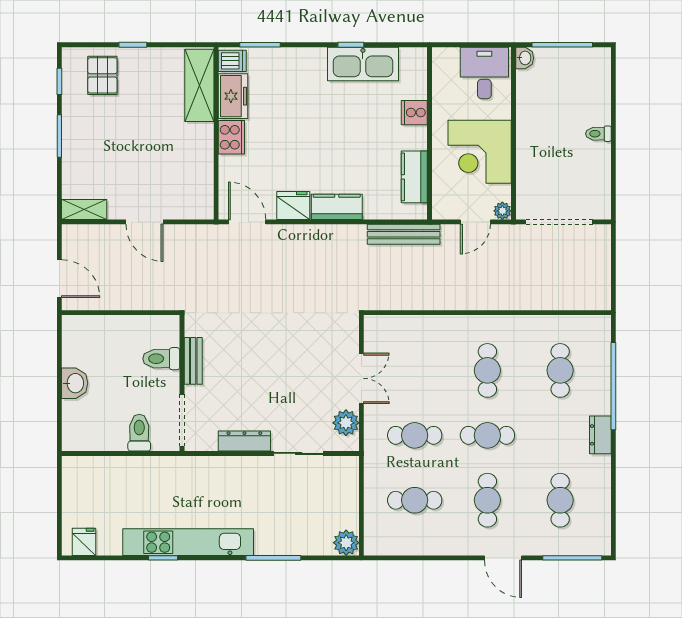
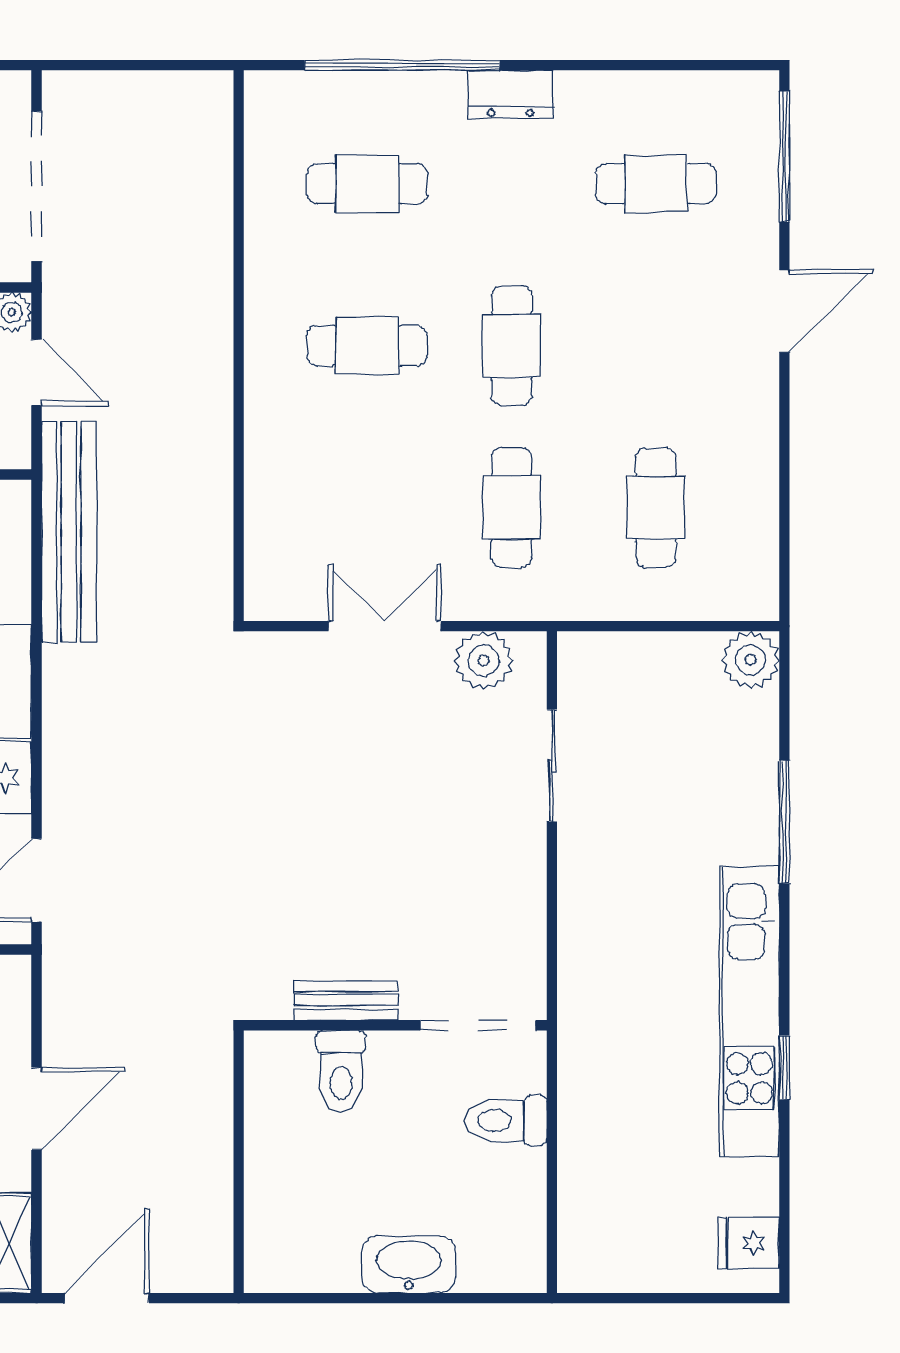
bench: (404, 234) -> (69, 532), width x1.37, depth x1.21
door: (59, 279) -> (107, 1298), moved
washbasin: (75, 383) -> (409, 1264), width x1.38
dresser: (244, 441) -> (524, 886), removed
cafe table: (487, 500) -> (656, 346), removed

